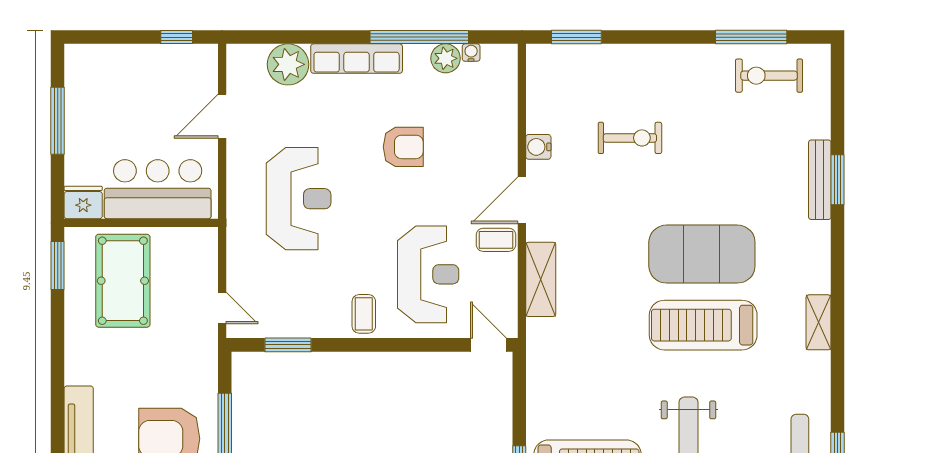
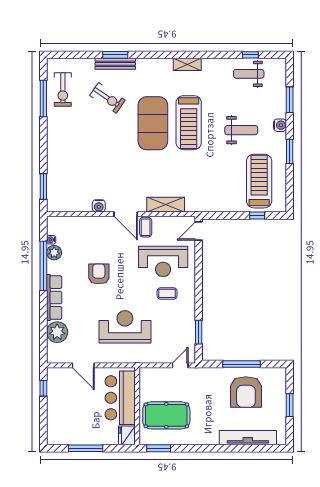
exercise bike: (630, 138) -> (107, 98), moved, turned 124
reception desk: (428, 274) -> (163, 261), turned 180
coffee table: (364, 314) -> (167, 293), moved

